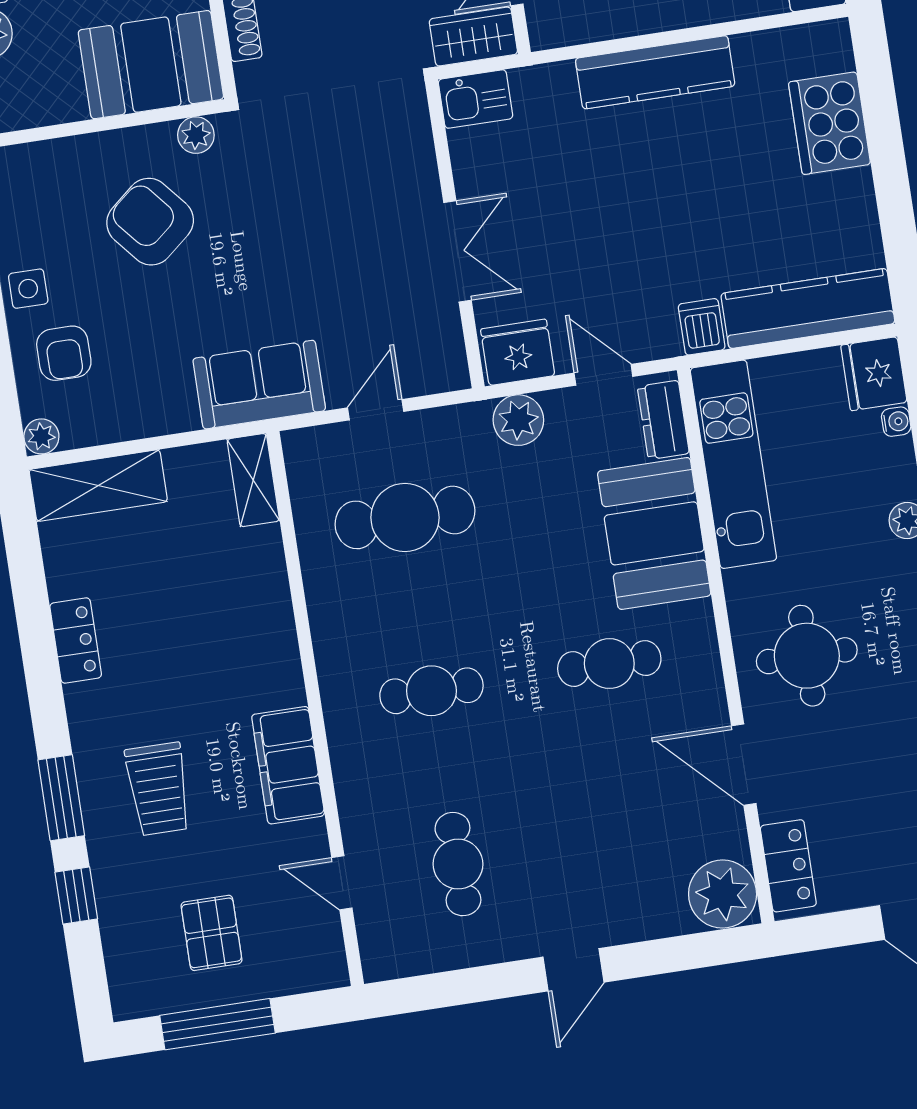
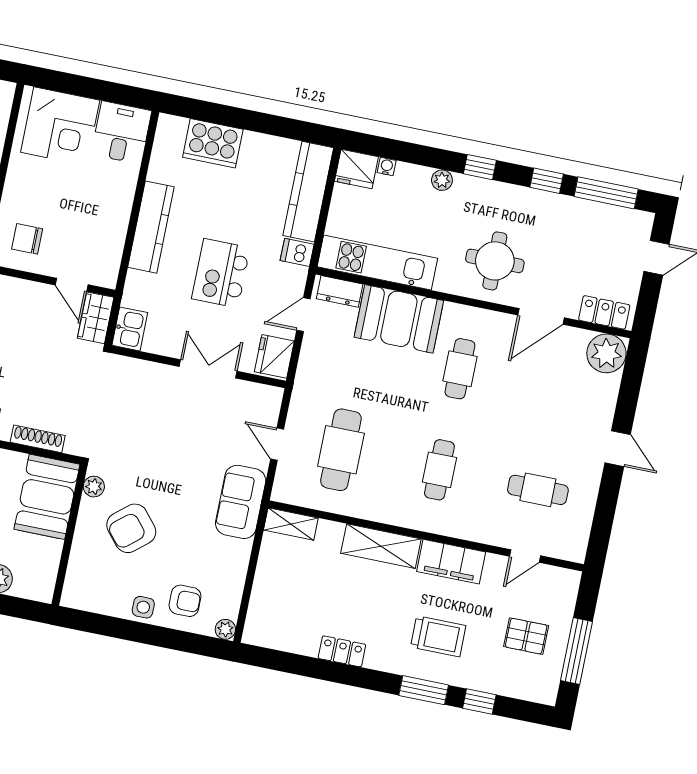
kitchen island: (622, 215) -> (221, 273), added
plant: (518, 420) -> (311, 369), removed
shelving: (98, 486) -> (381, 546), moved, turned 90

